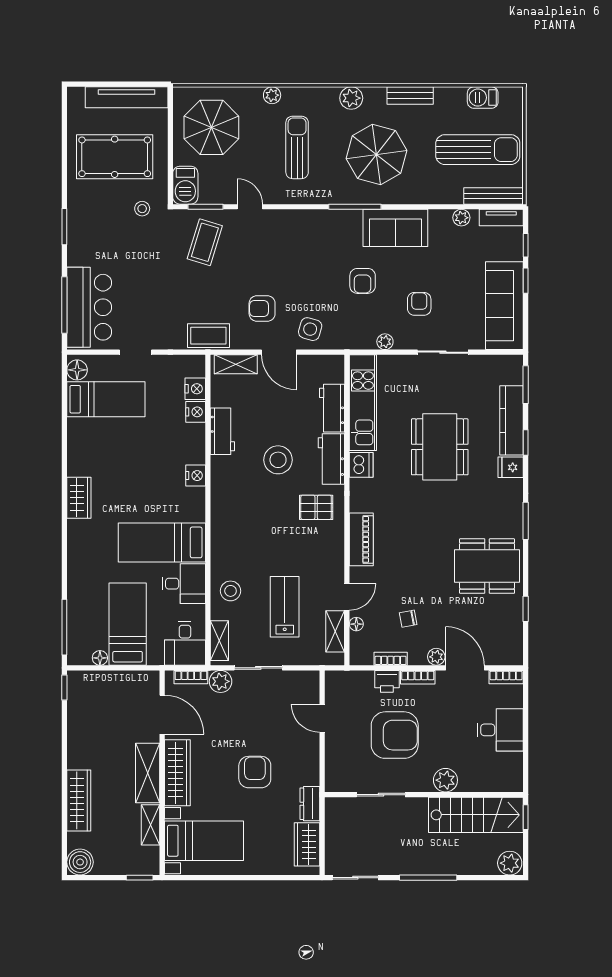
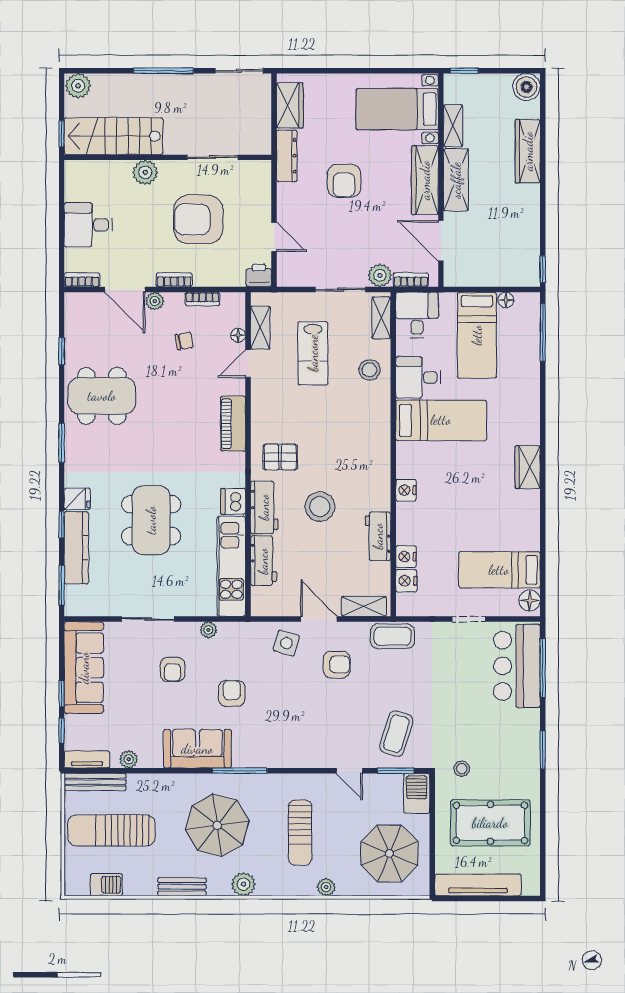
printer: (387, 681) -> (259, 276), moved
dresser: (310, 804) -> (287, 156), width x1.44

